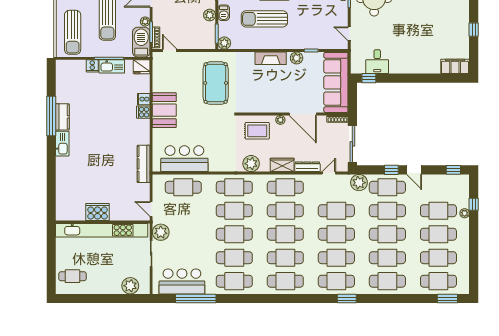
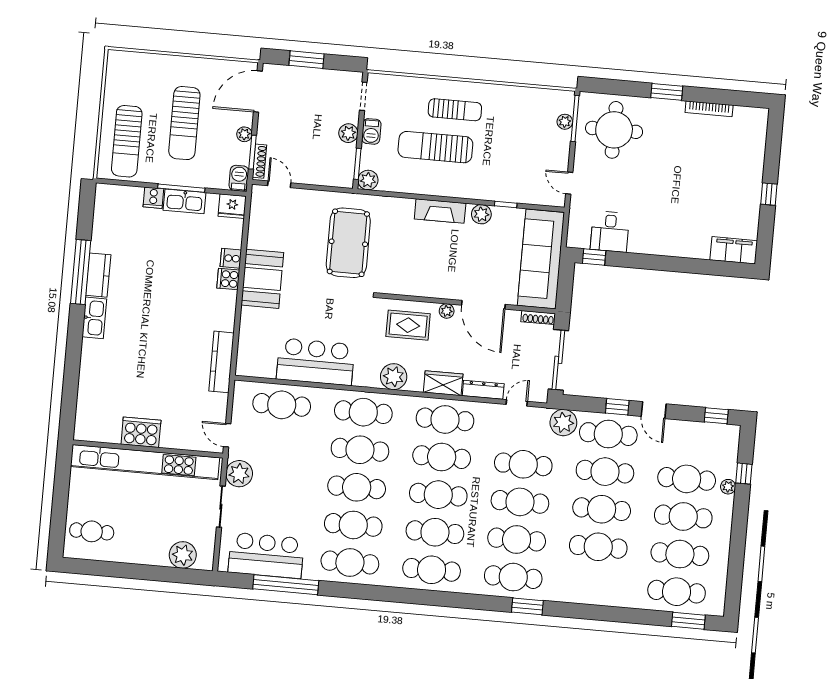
barbecue: (141, 42) -> (239, 178), width x0.53, depth x0.65
bar counter: (184, 159) -> (316, 362), moved
cafe table: (387, 281) -> (595, 584), removed

